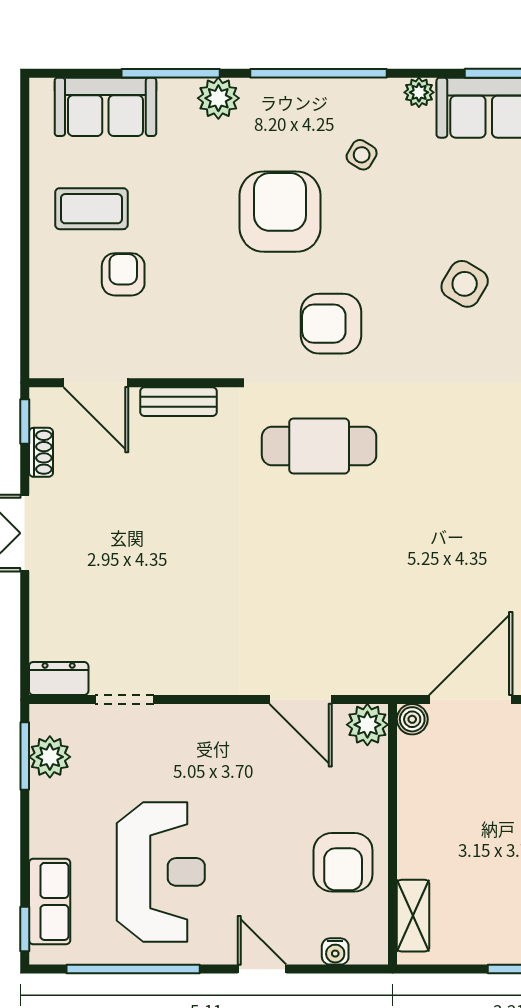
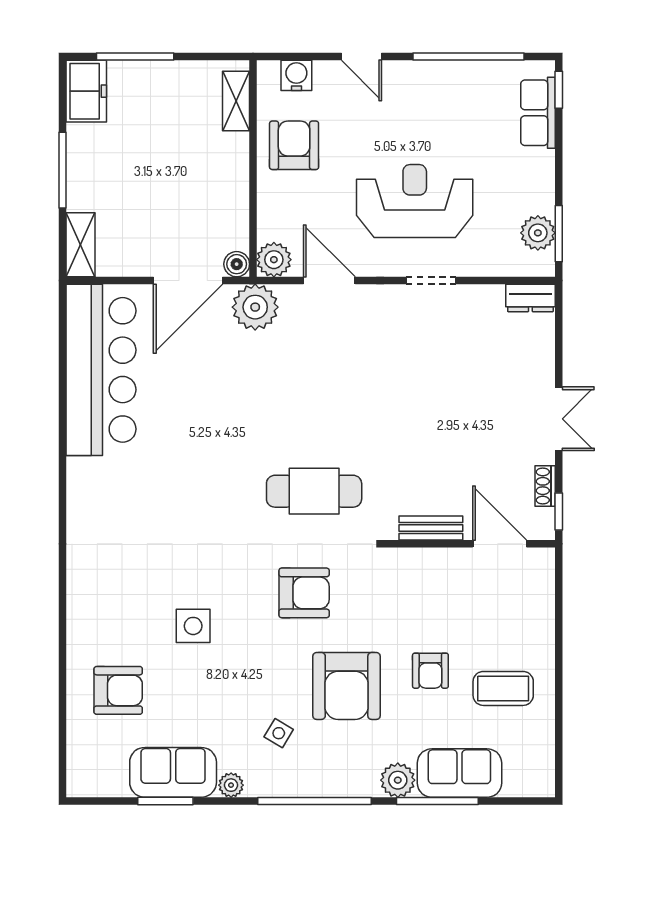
sofa: (105, 107) -> (459, 773), moved
armchair: (123, 274) -> (430, 671), moved
side table: (465, 284) -> (193, 626), turned -31
plant: (390, 668) -> (255, 307), added
doorway: (124, 700) -> (431, 281), moved
reception desk: (161, 872) -> (415, 201), moved, turned 90
water cooler: (335, 951) -> (296, 75), width x1.38, depth x1.38

